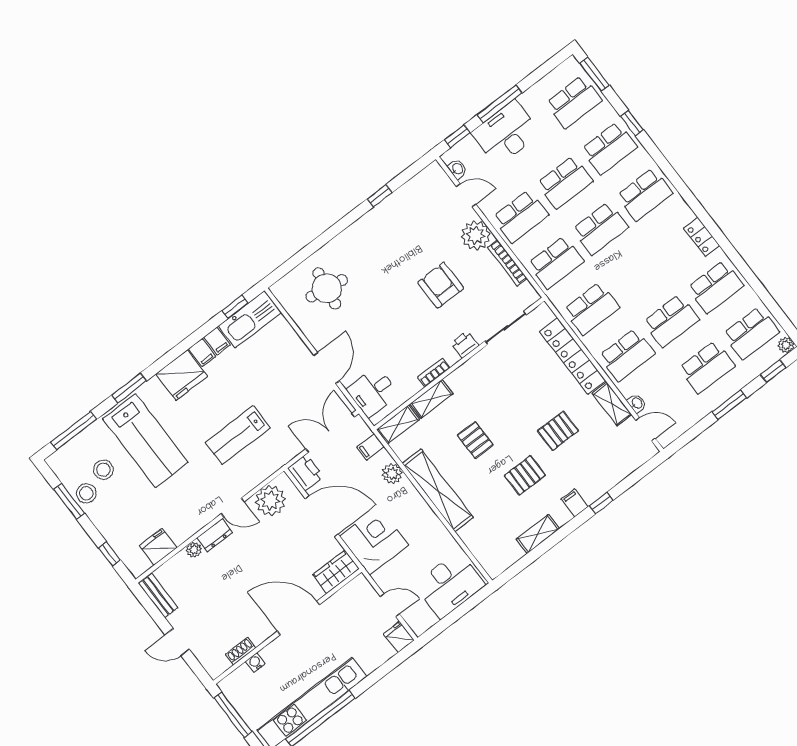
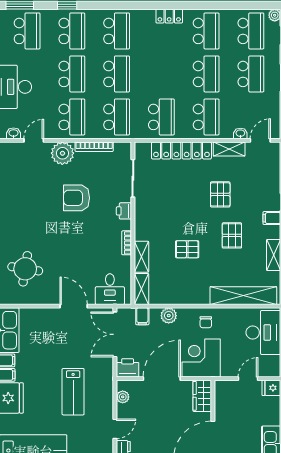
shelving: (438, 490) -> (243, 296), moved
plant: (270, 501) -> (123, 397), width x0.53, depth x0.53
chair: (415, 517) -> (206, 322), added

